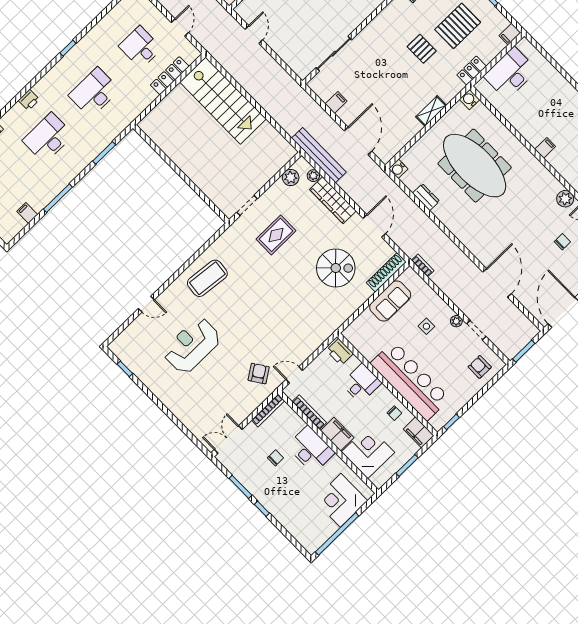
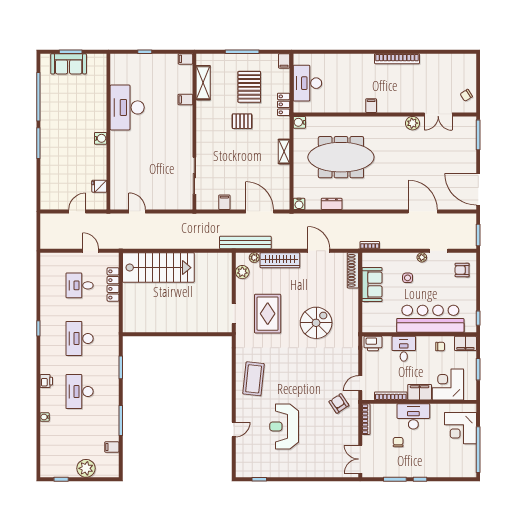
rug: (276, 235) -> (268, 314), width x1.36, depth x1.43
chair: (562, 242) -> (436, 149), removed
spiral stairs: (336, 268) -> (316, 323), moved

